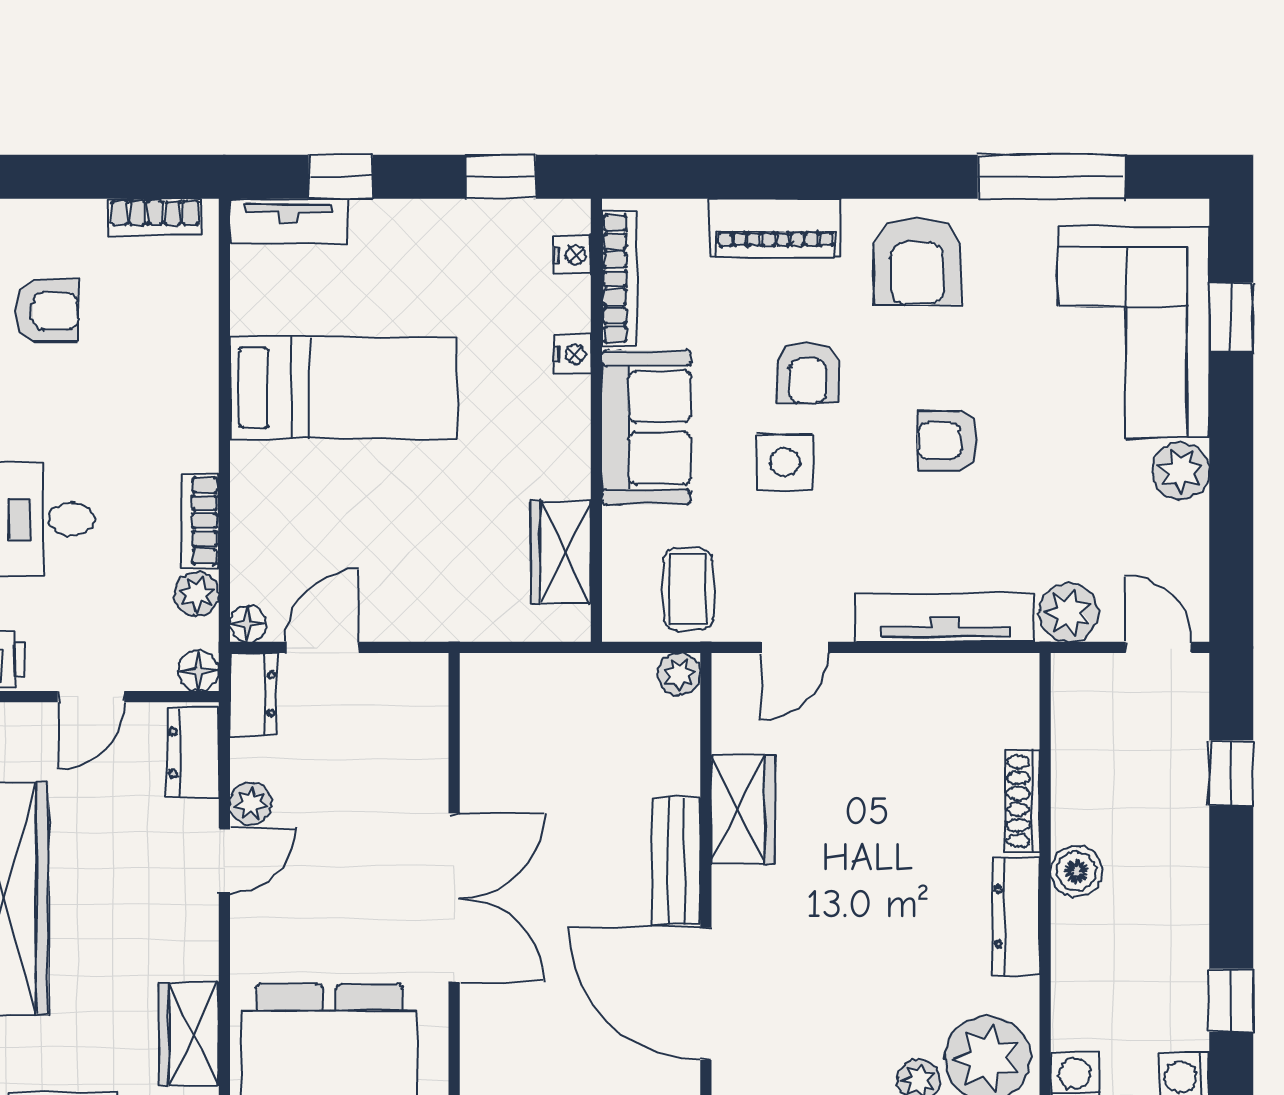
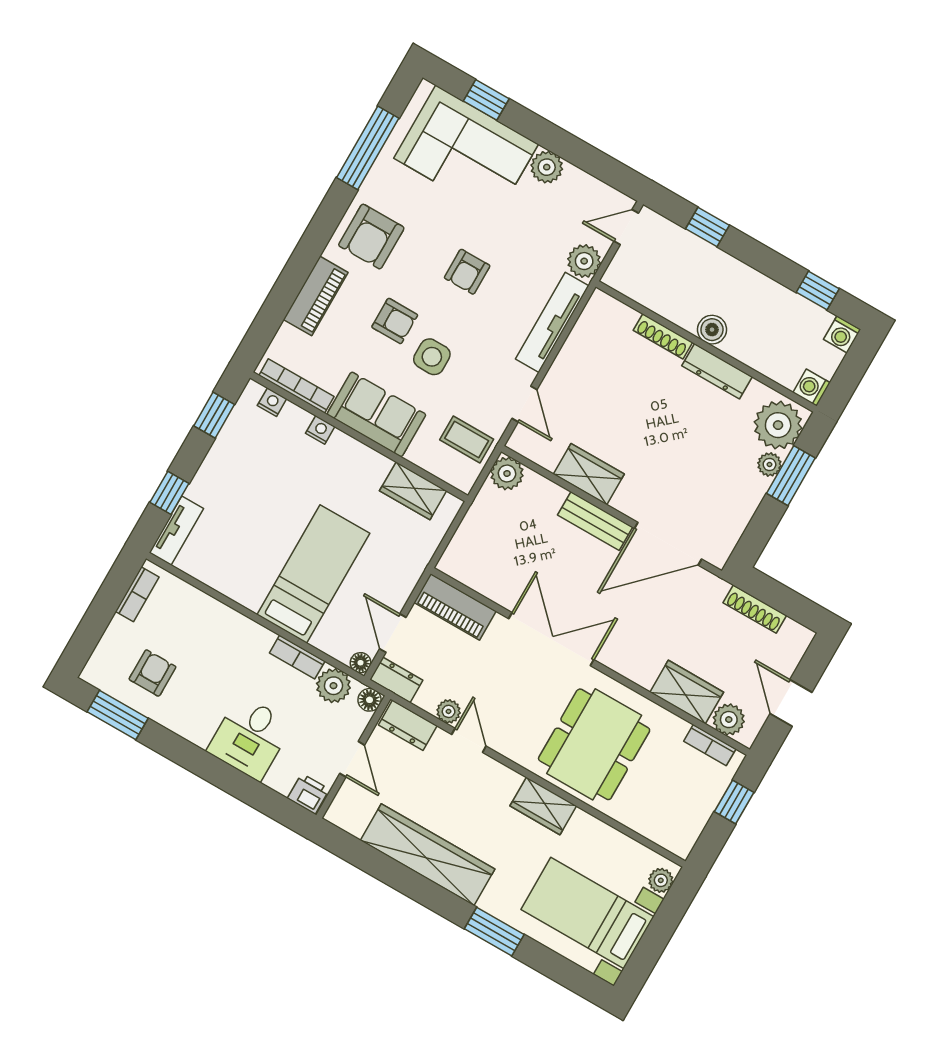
armchair: (917, 261) -> (371, 237), turned 90
bed: (343, 388) -> (313, 574), moved
plant: (197, 594) -> (333, 686), width x1.38, depth x1.38
plant: (679, 674) -> (507, 474), width x1.38, depth x1.38
piano: (418, 720) -> (455, 607), added

